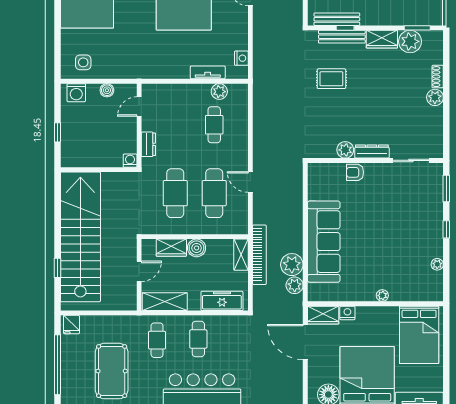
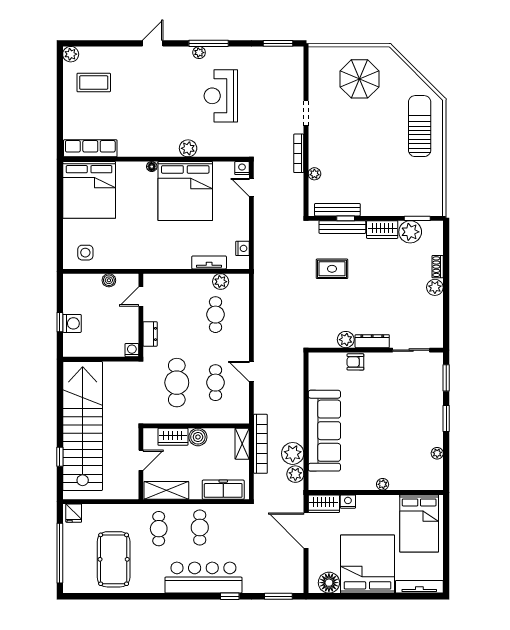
washing machine: (76, 93) -> (72, 323), moved, turned -90
cafe table: (214, 193) -> (216, 383), width x0.73, depth x0.74
window: (446, 229) -> (446, 419), width x1.50

